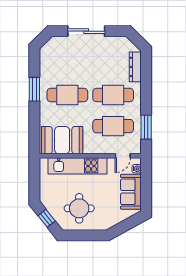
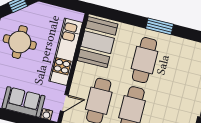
door: (123, 156) -> (64, 103), swing flipped

